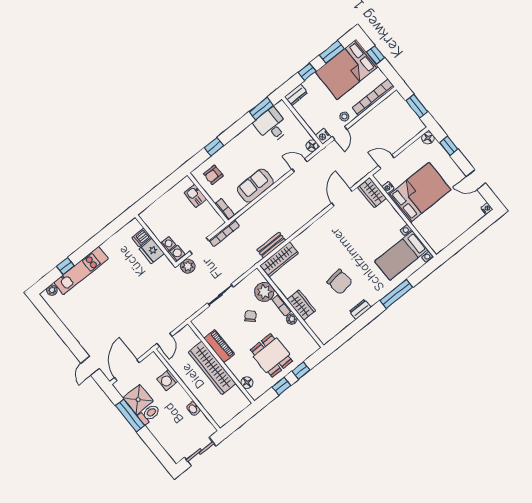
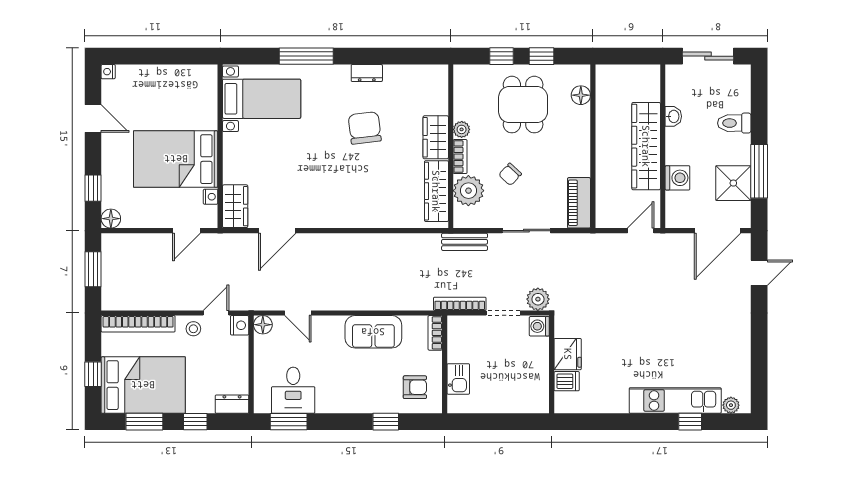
door: (386, 162) -> (186, 231), hinge flipped
washing machine: (168, 244) -> (540, 347), removed
bench: (271, 245) -> (465, 242), moved
wardrobe: (279, 259) -> (436, 191), moved, turned -90
piano: (219, 346) -> (579, 203), moved
wardrobe: (212, 368) -> (646, 146), moved, turned 180
toilet: (149, 414) -> (734, 123), moved

